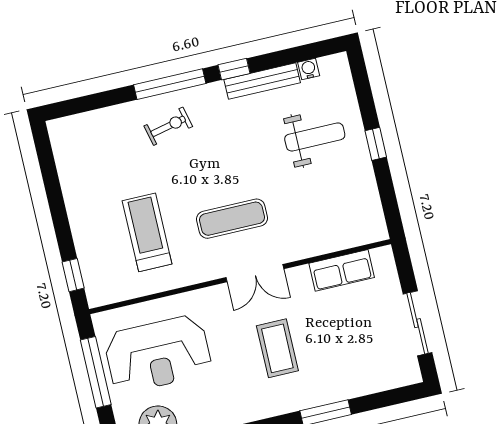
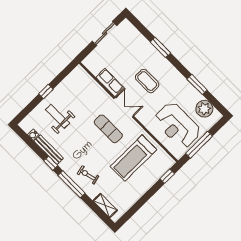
shelving: (90, 123) -> (105, 206), added
treadmill: (147, 232) -> (133, 158), width x1.37, depth x1.38
row of seats: (342, 270) -> (110, 82), moved
coffee table: (277, 348) -> (147, 81), turned 90
reception desk: (158, 354) -> (177, 125), turned 180

